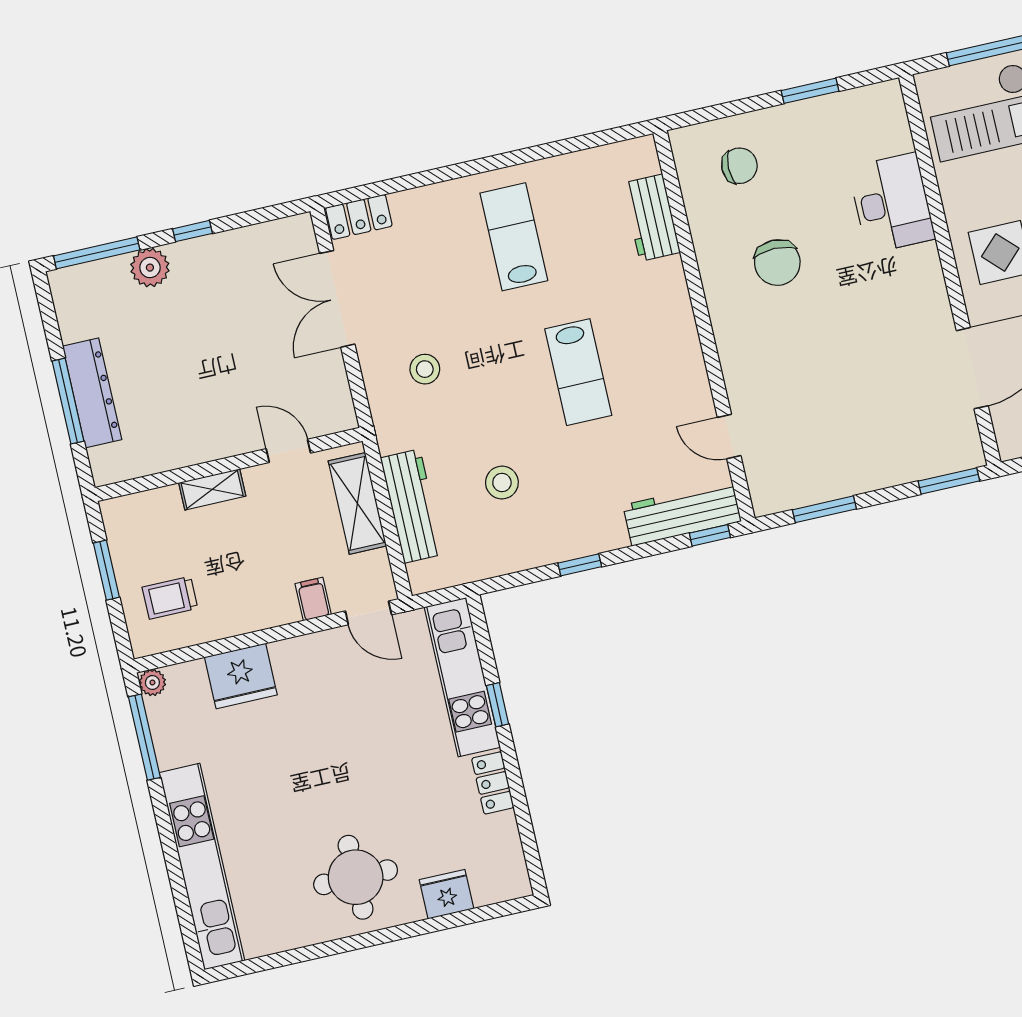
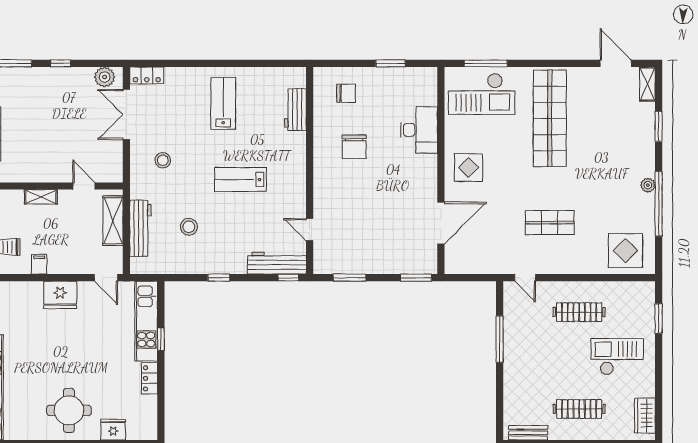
plant: (150, 268) -> (105, 77), moved
lab bench: (578, 372) -> (240, 179), turned 90
filing cabinet: (313, 599) -> (39, 264), moved
fridge: (241, 676) -> (60, 295), moved

